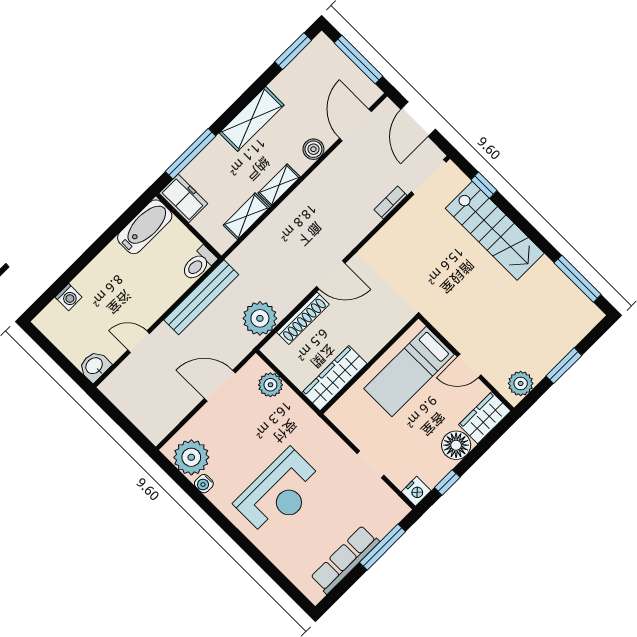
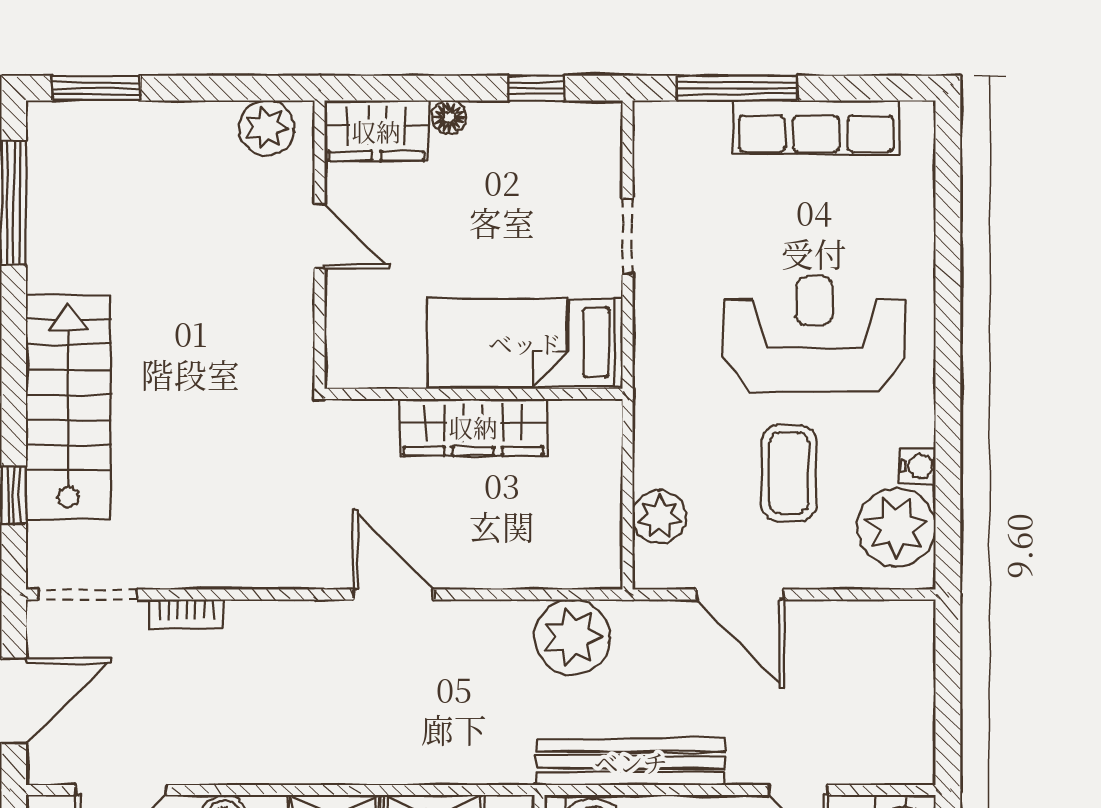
shoe rack: (303, 318) -> (505, 570), removed
window: (564, 366) -> (97, 88), moved
bed: (409, 372) -> (525, 343), moved, turned 180
wardrobe: (334, 378) -> (473, 427), moved
coffee table: (243, 440) -> (789, 473), added
floor lamp: (456, 445) -> (449, 117), width x0.53, depth x0.53
nightstand: (416, 491) -> (598, 123), removed

